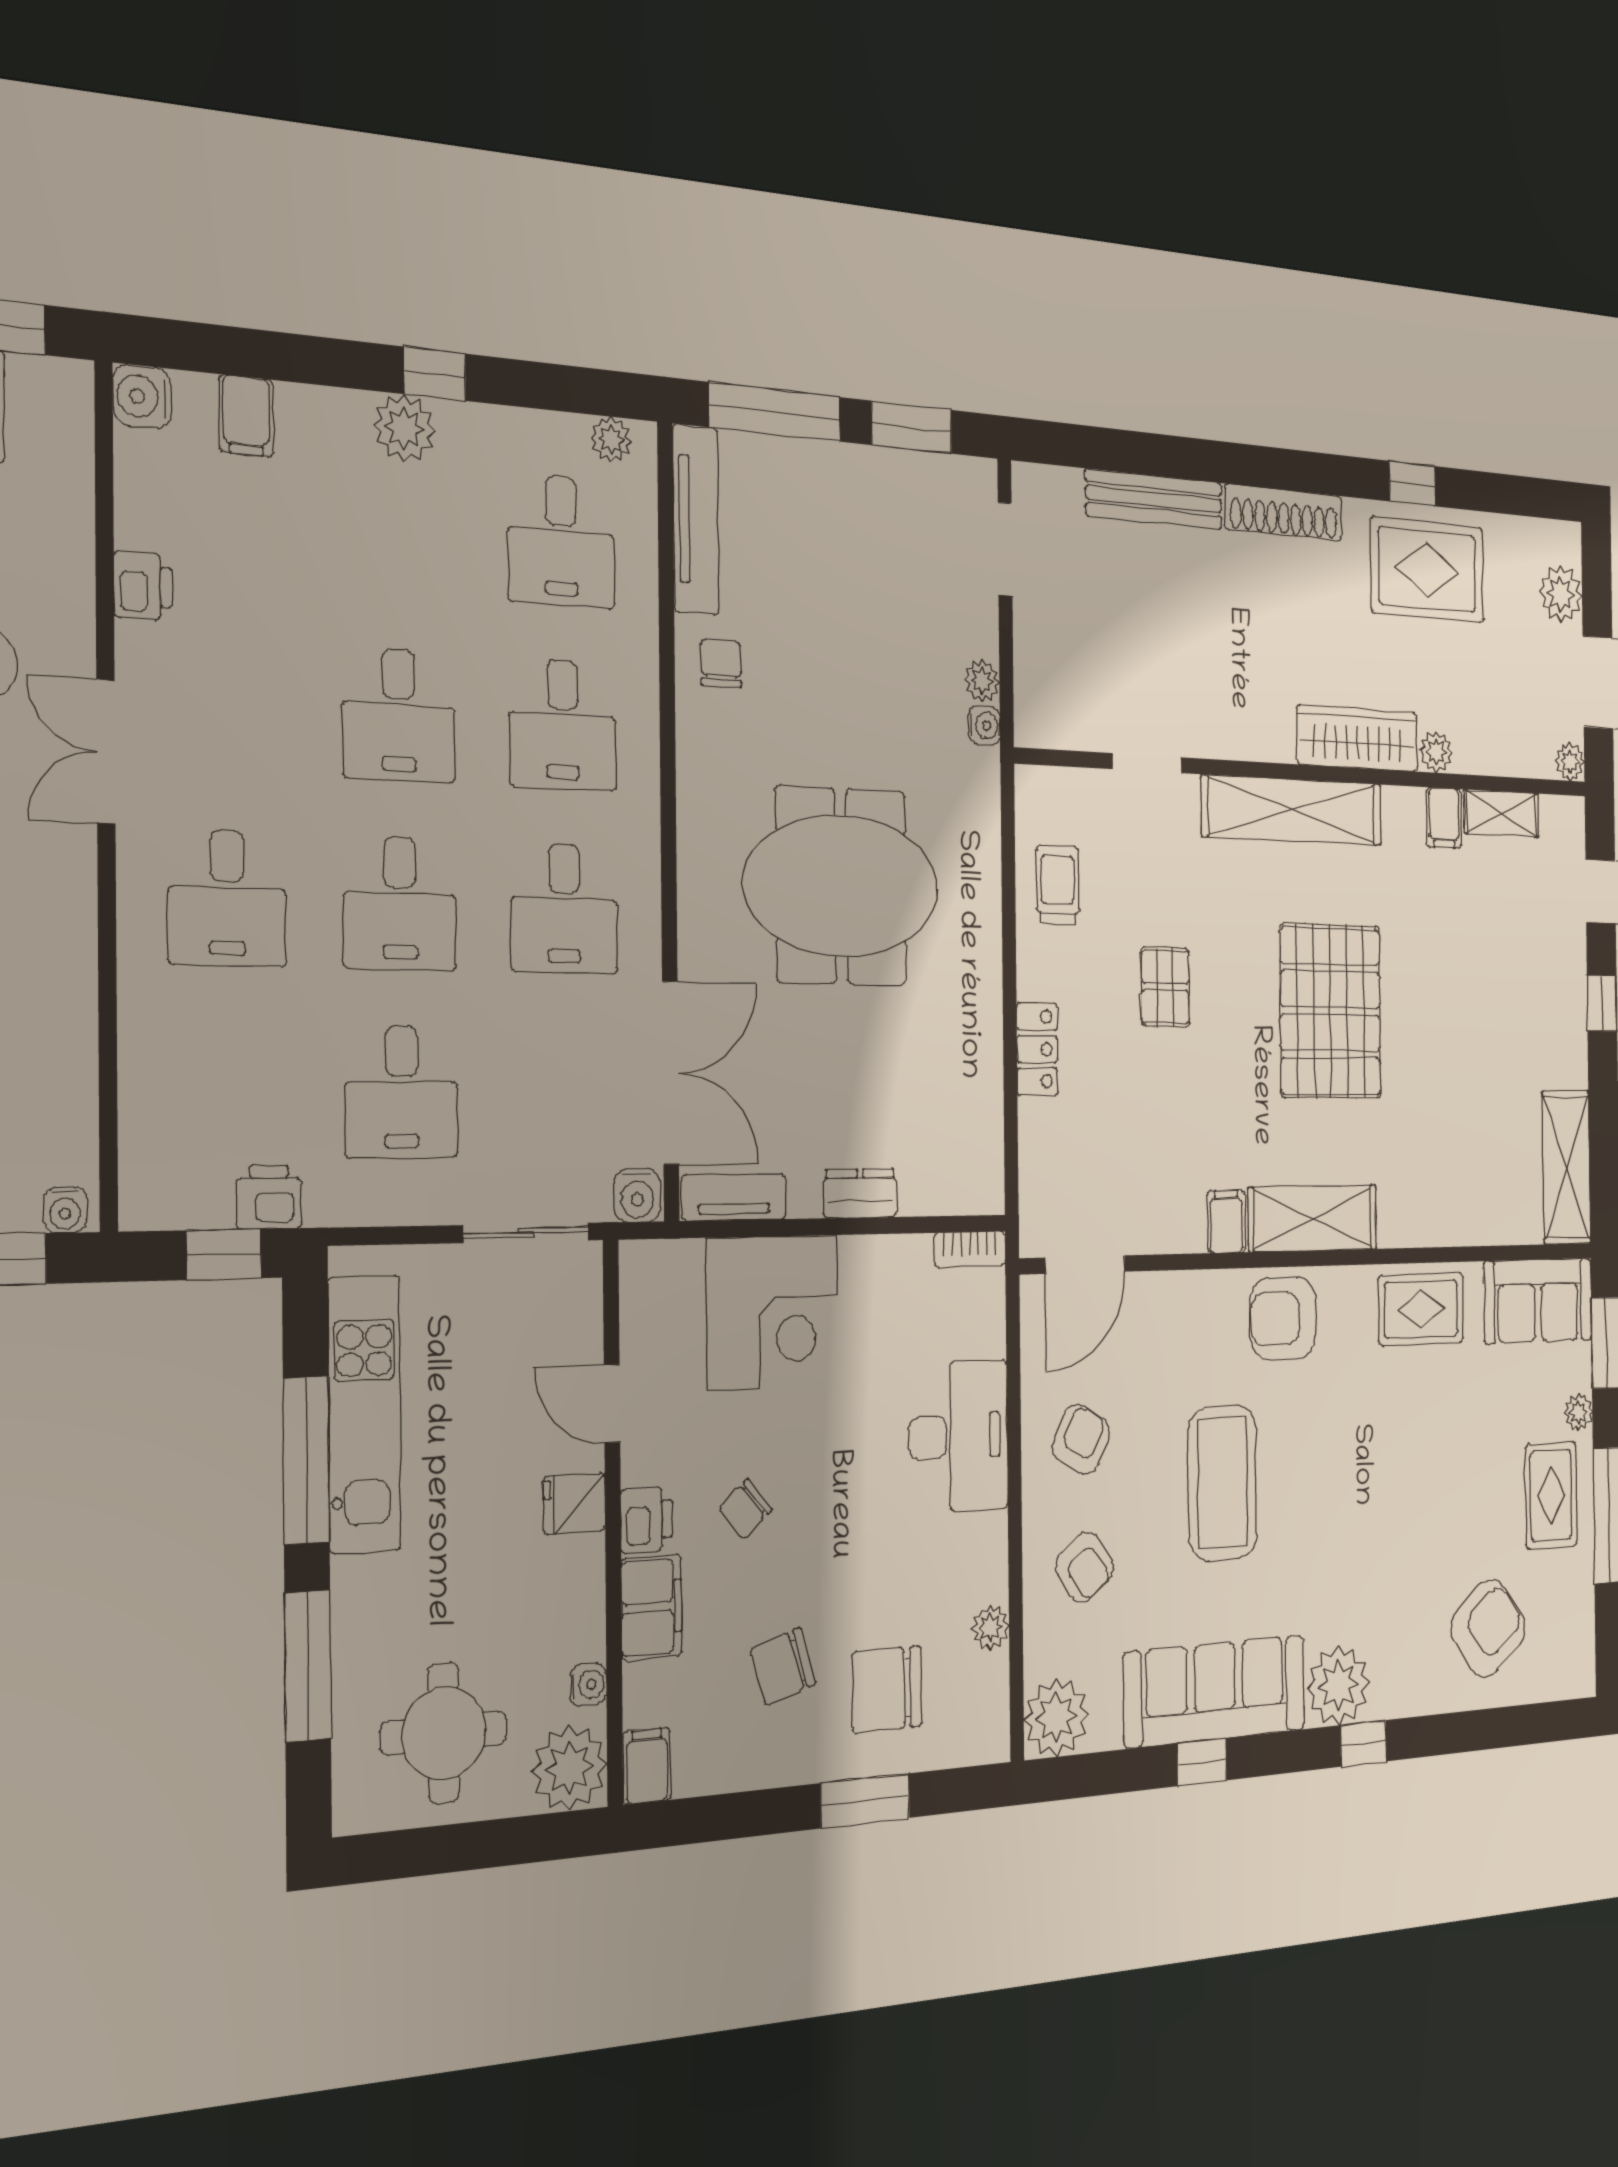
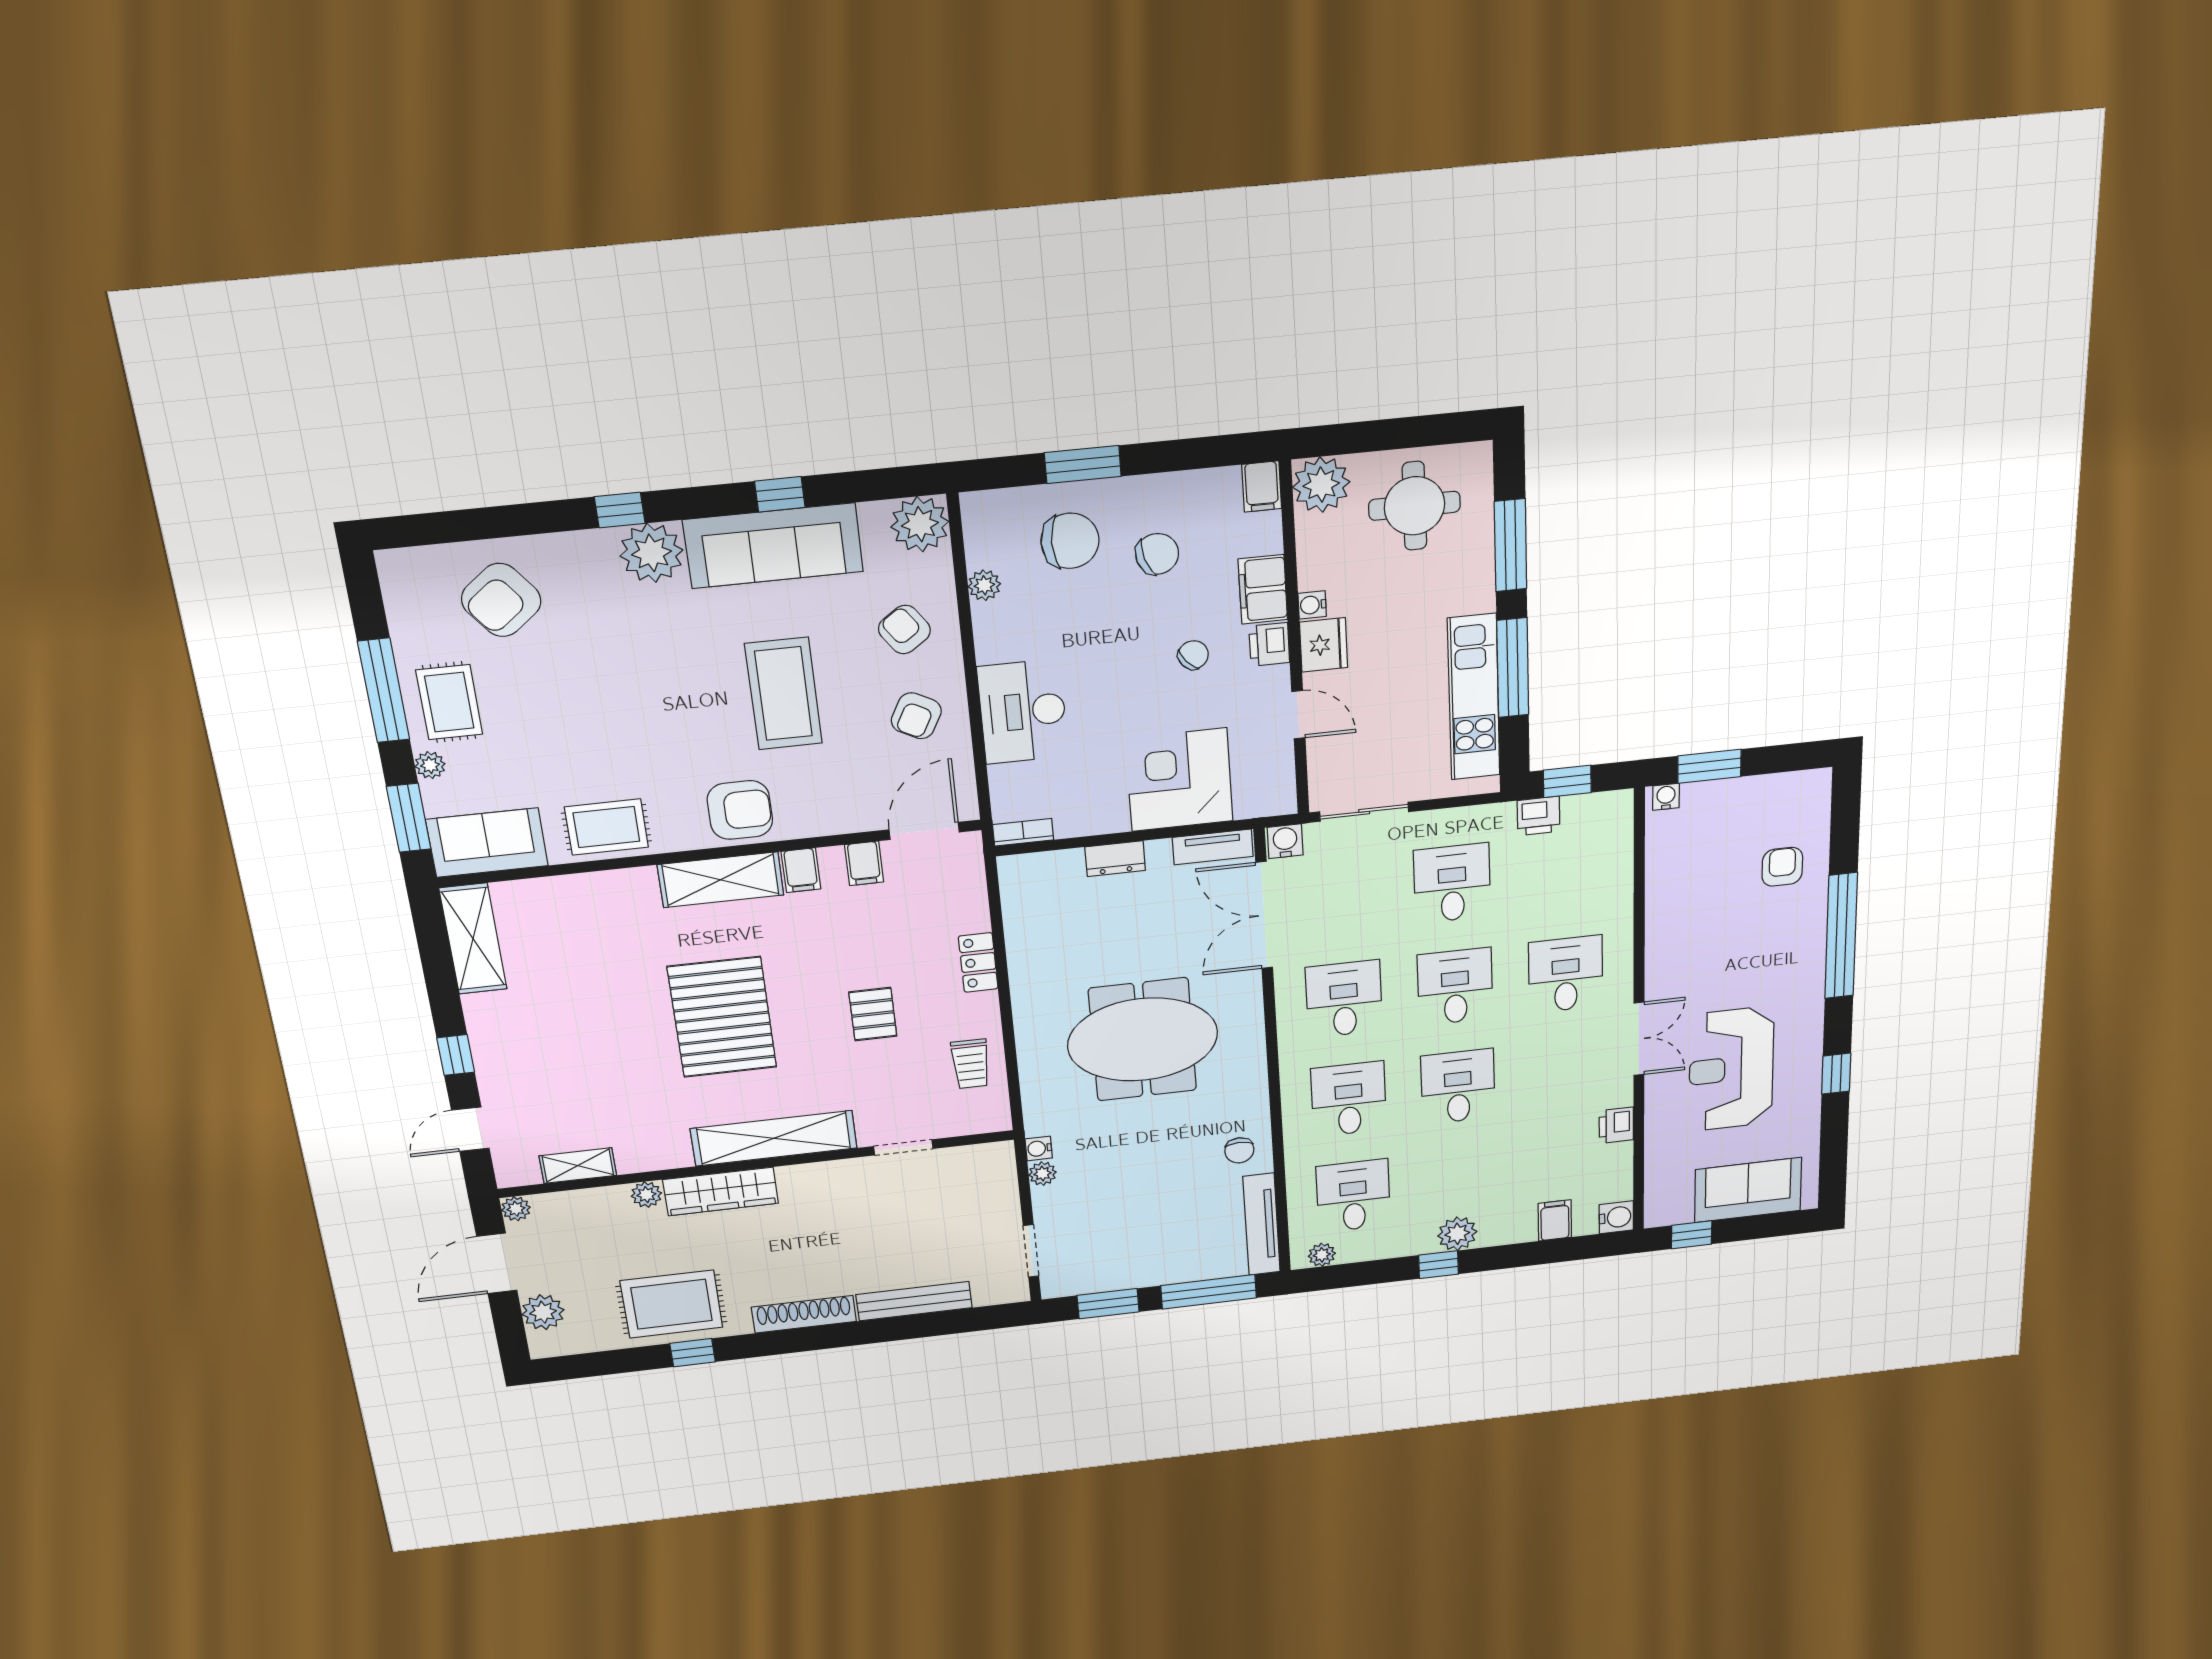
filing cabinet: (1444, 818) -> (864, 863), moved, turned 180
fridge: (574, 1504) -> (1324, 645), width x1.38
water cooler: (588, 1685) -> (1312, 605), moved

